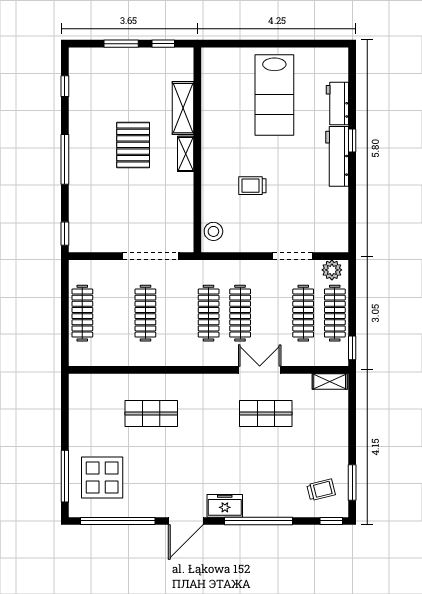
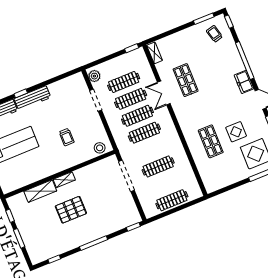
clothes rail: (335, 313) -> (131, 99), moved
display table: (150, 461) -> (236, 132), added

